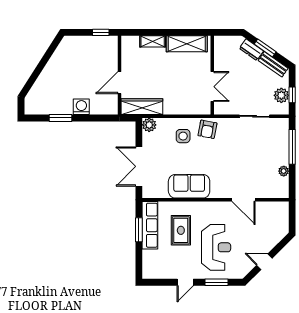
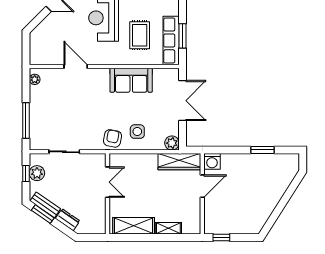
window: (265, 48) -> (43, 214), moved
double door: (212, 87) -> (108, 182), swing flipped
washing machine: (81, 107) -> (212, 161), moved
plant: (284, 171) -> (35, 79), moved

